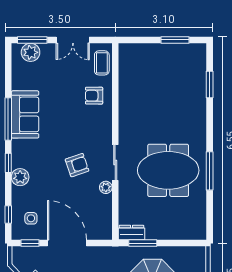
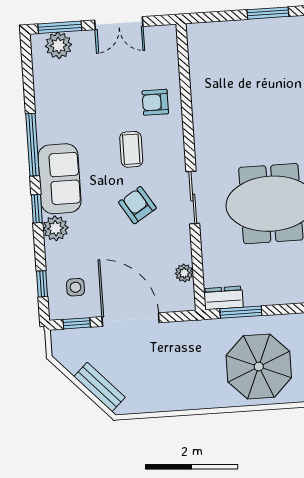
coffee table: (102, 63) -> (131, 149), moved
sofa: (25, 114) -> (59, 179), moved
armchair: (77, 165) -> (137, 205), turned -103
plant: (106, 187) -> (184, 273), moved

